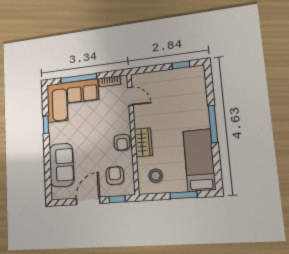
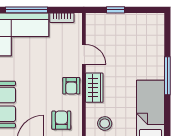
window: (181, 65) -> (116, 10), moved
door: (130, 96) -> (84, 54), moved

